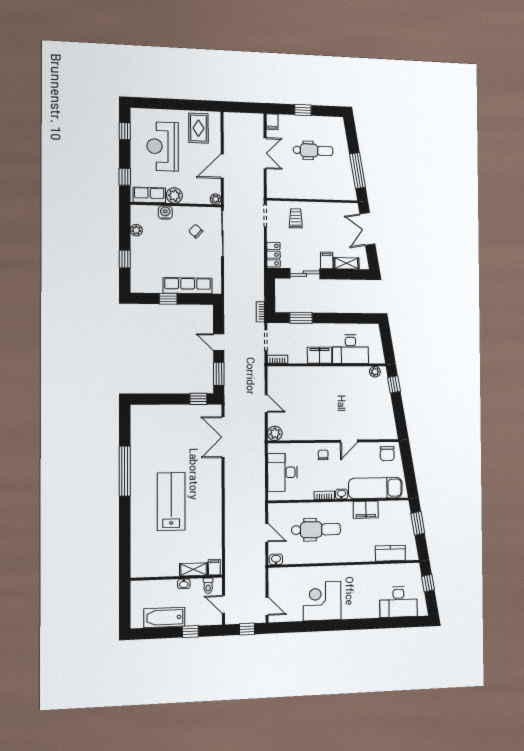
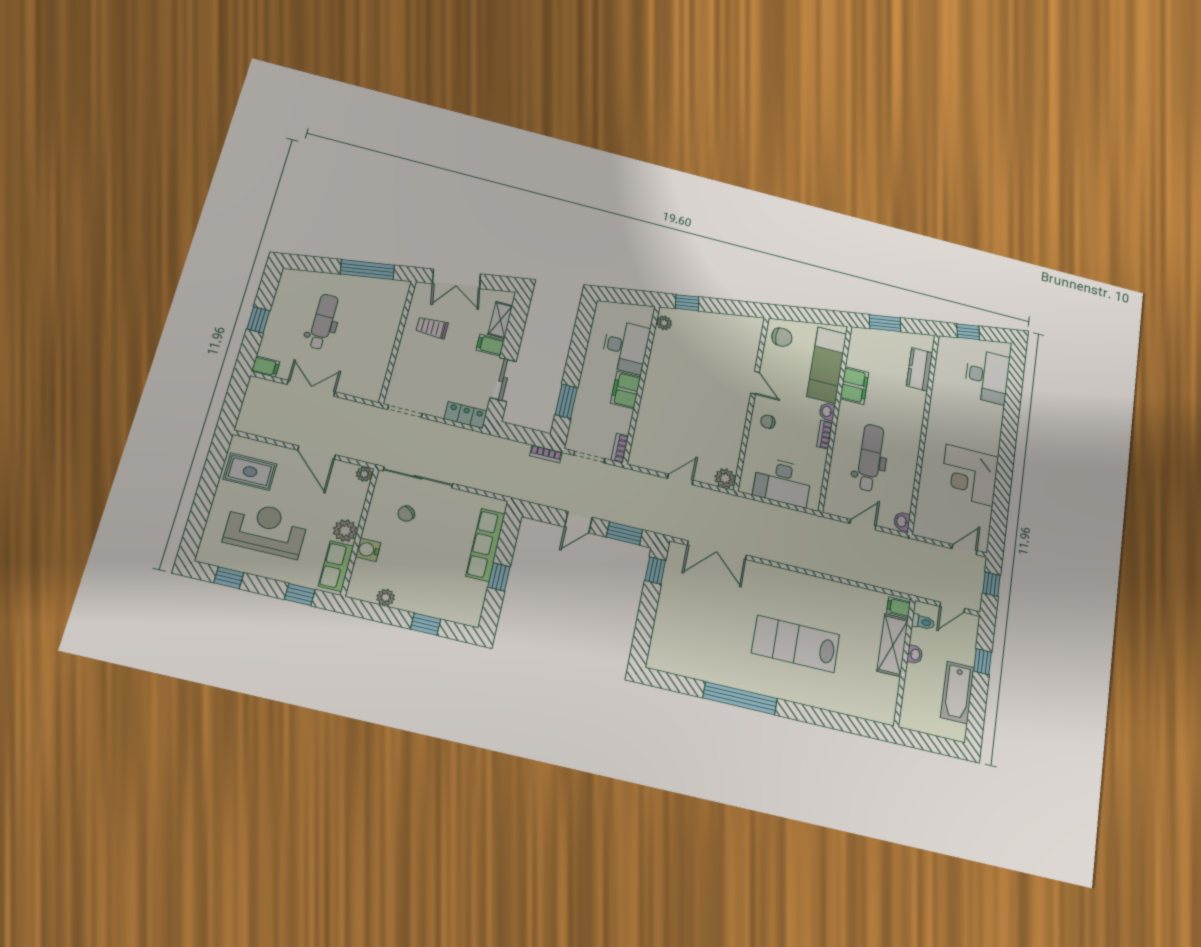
reception desk: (163, 146) -> (266, 529), turned 180
trolley: (296, 218) -> (432, 328), moved
shelving: (194, 569) -> (893, 645), width x1.50, depth x1.33

